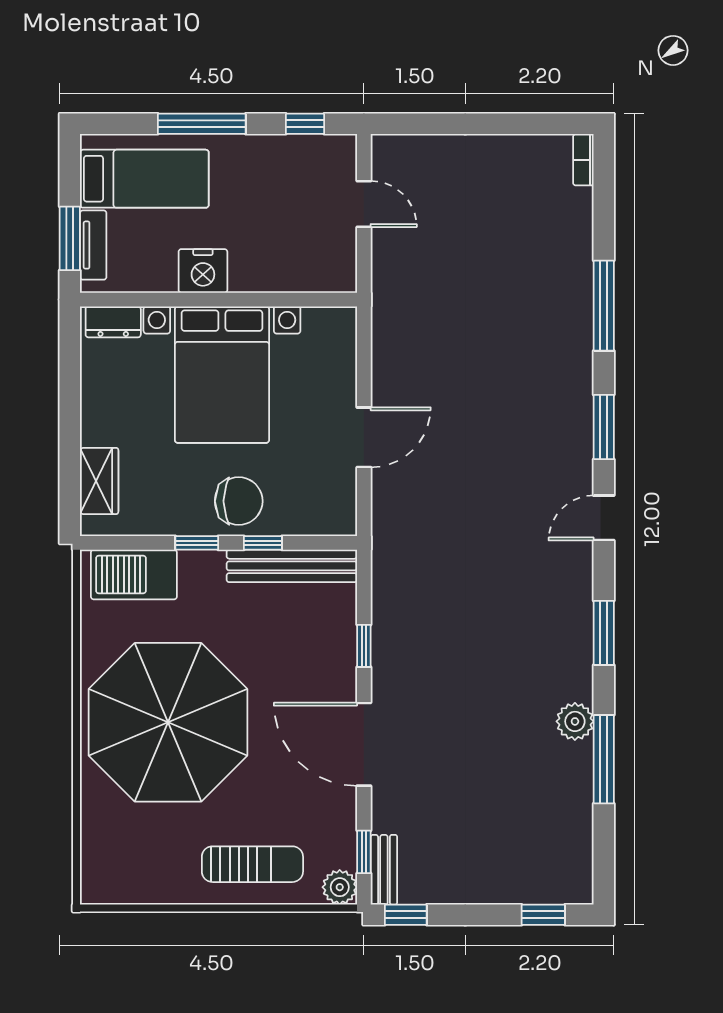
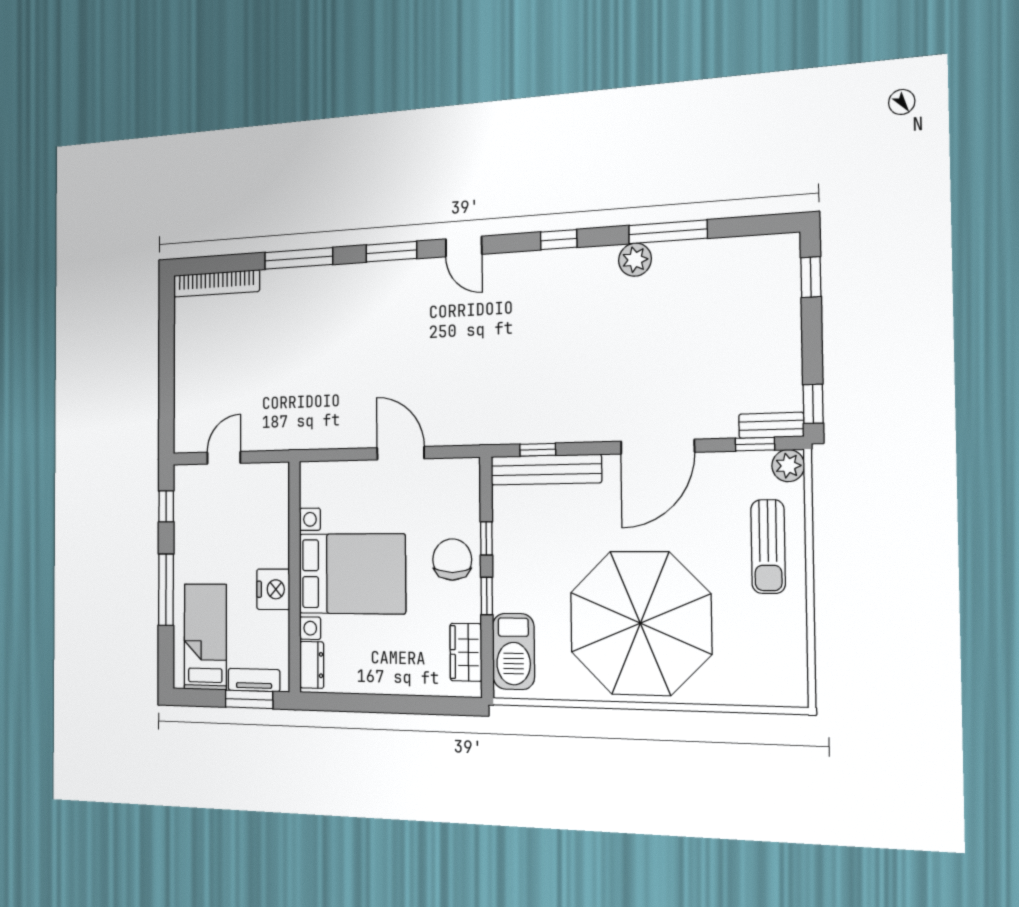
bookcase: (583, 160) -> (216, 283), width x2.31, depth x1.31
wardrobe: (99, 481) -> (466, 652), moved, turned -90
bench: (292, 566) -> (546, 470), moved, turned 90
window: (604, 633) -> (559, 240), width x0.67
window: (364, 646) -> (538, 450), moved
sun lounger: (252, 864) -> (768, 547), turned 180

